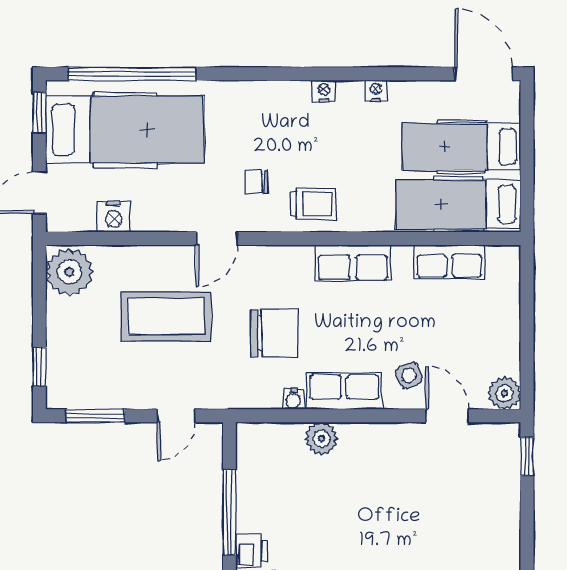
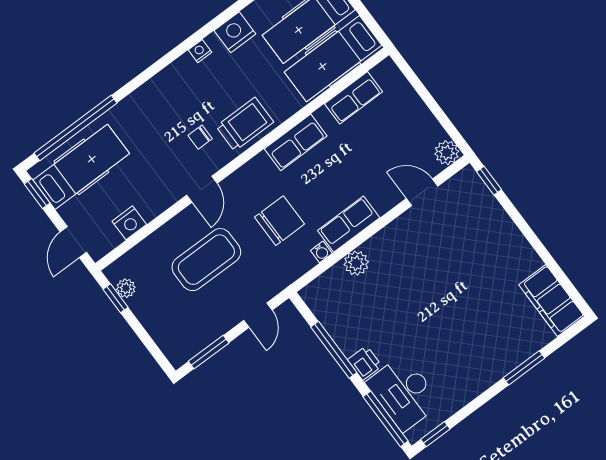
nightstand: (376, 91) -> (235, 32), width x1.89, depth x1.79
hospital bed: (125, 130) -> (81, 167), width x0.73, depth x0.78
trolley: (314, 204) -> (245, 124), width x1.36, depth x1.39
plant: (69, 272) -> (126, 288), width x0.53, depth x0.53
window: (39, 367) -> (115, 298), moved
side table: (409, 375) -> (381, 185), removed

